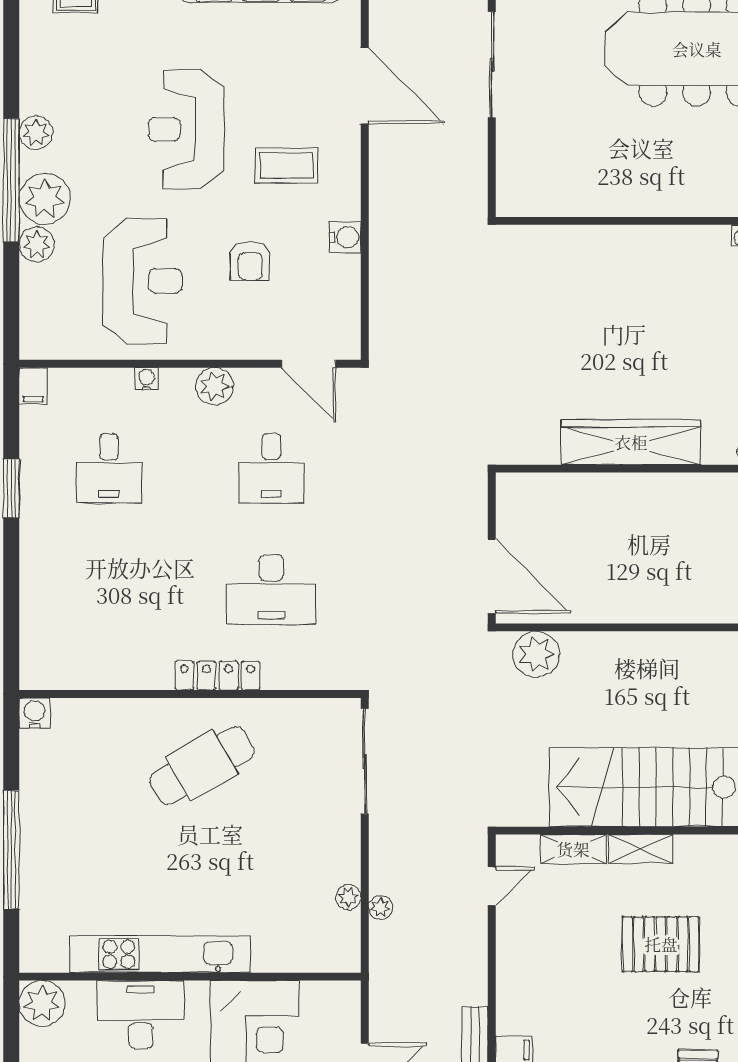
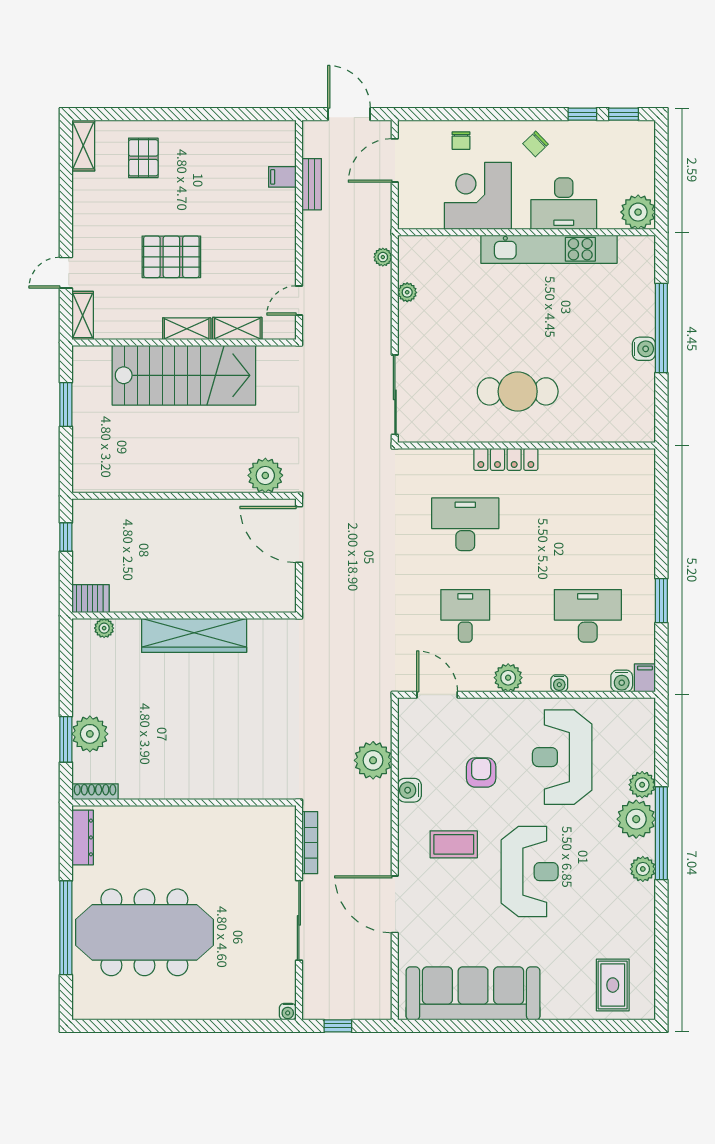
bookcase: (477, 168) -> (310, 843), added
plant: (394, 277) -> (373, 760), added
water cooler: (64, 382) -> (622, 681), added
desk: (109, 468) -> (588, 616), width x1.37
water cooler: (35, 713) -> (644, 349), moved, turned -90
cafe table: (202, 766) -> (518, 391), turned 30
plant: (381, 907) -> (383, 257), moved

